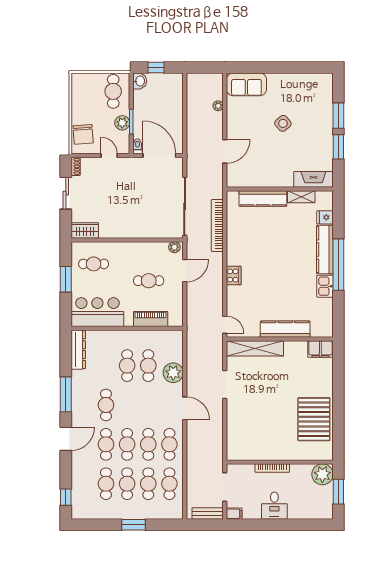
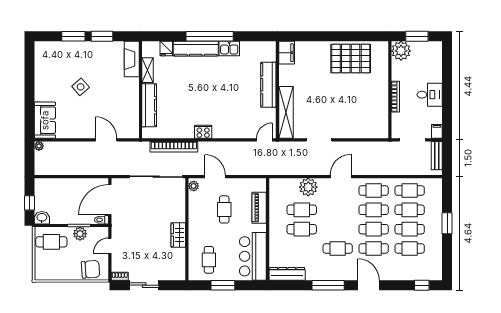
plant: (218, 106) -> (39, 146), moved
wardrobe: (85, 230) -> (178, 235), moved
cooker: (234, 276) -> (203, 132), moved

